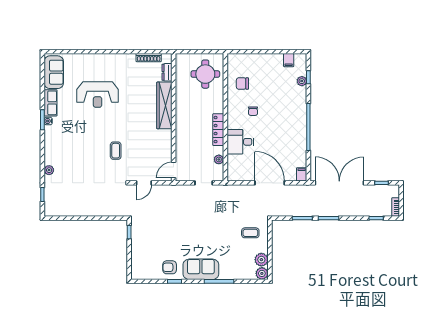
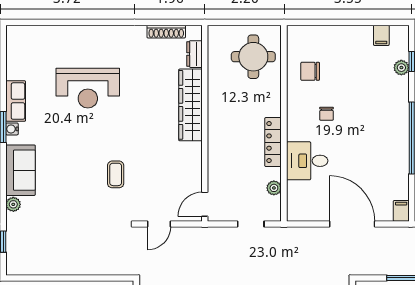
sofa: (54, 72) -> (21, 170), moved

